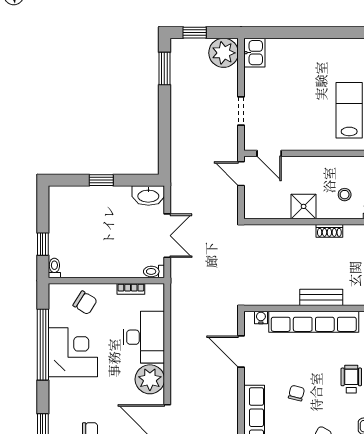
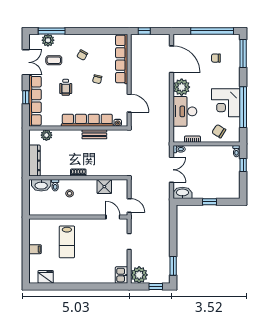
shower: (304, 206) -> (104, 187), moved
double door: (167, 236) -> (172, 170), swing flipped
bench: (321, 297) -> (94, 134), moved

